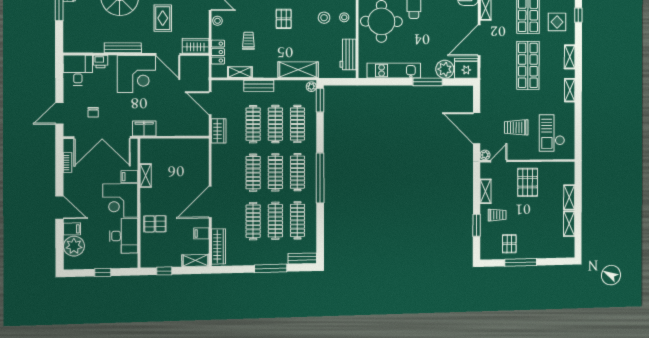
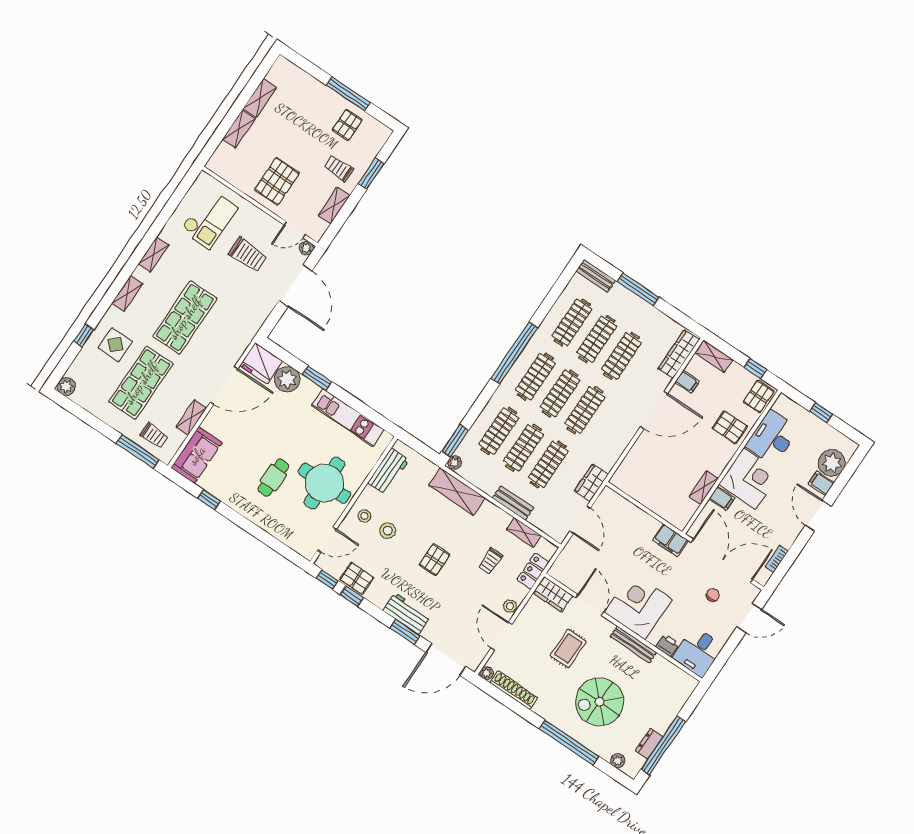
window: (428, 82) -> (317, 378), width x0.69
pallet: (150, 255) -> (759, 396), added

